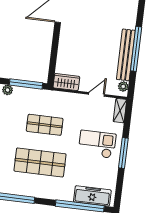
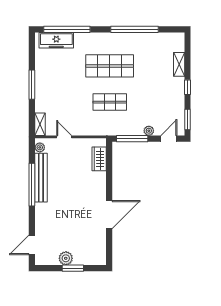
wardrobe: (66, 82) -> (99, 159), moved, turned 90
door: (96, 94) -> (64, 137), swing flipped
checkout: (97, 144) -> (58, 90), removed

